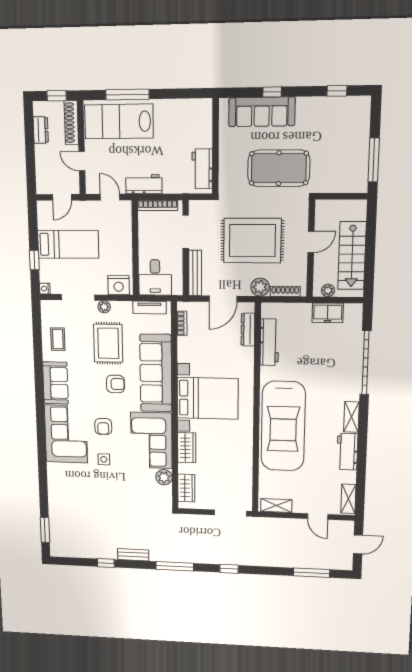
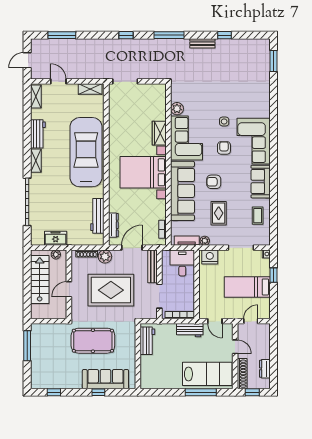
plant: (104, 307) -> (205, 241), moved
rug: (108, 343) -> (219, 213), width x0.73, depth x0.70
wardrobe: (186, 488) -> (160, 101), removed

